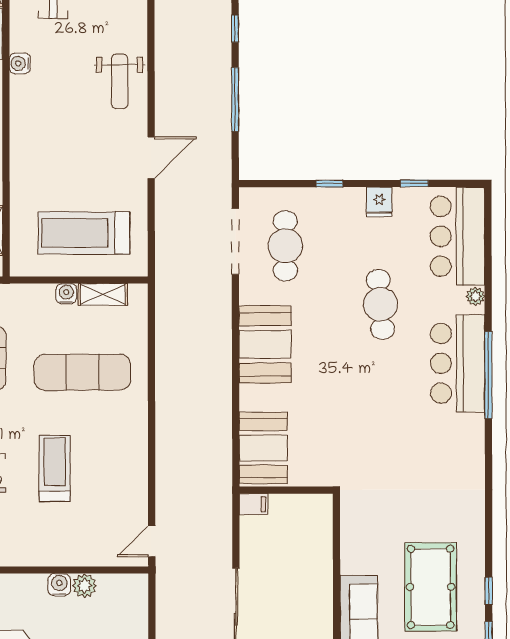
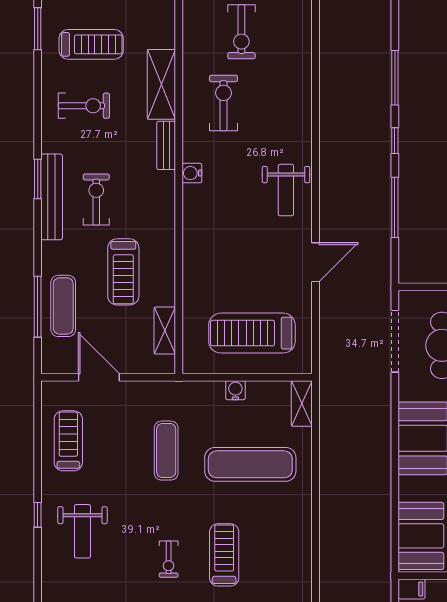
shelving: (103, 294) -> (302, 404), moved, turned 90

